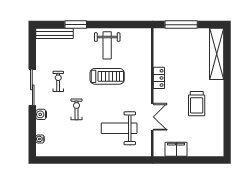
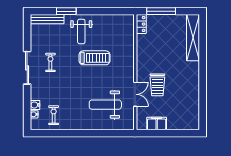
weight bench: (107, 45) -> (81, 31), moved
locker: (159, 78) -> (141, 24), moved
trolley: (197, 104) -> (157, 85), moved
exercise bike: (76, 109) -> (54, 115), moved
water cooler: (41, 114) -> (35, 105), moved

